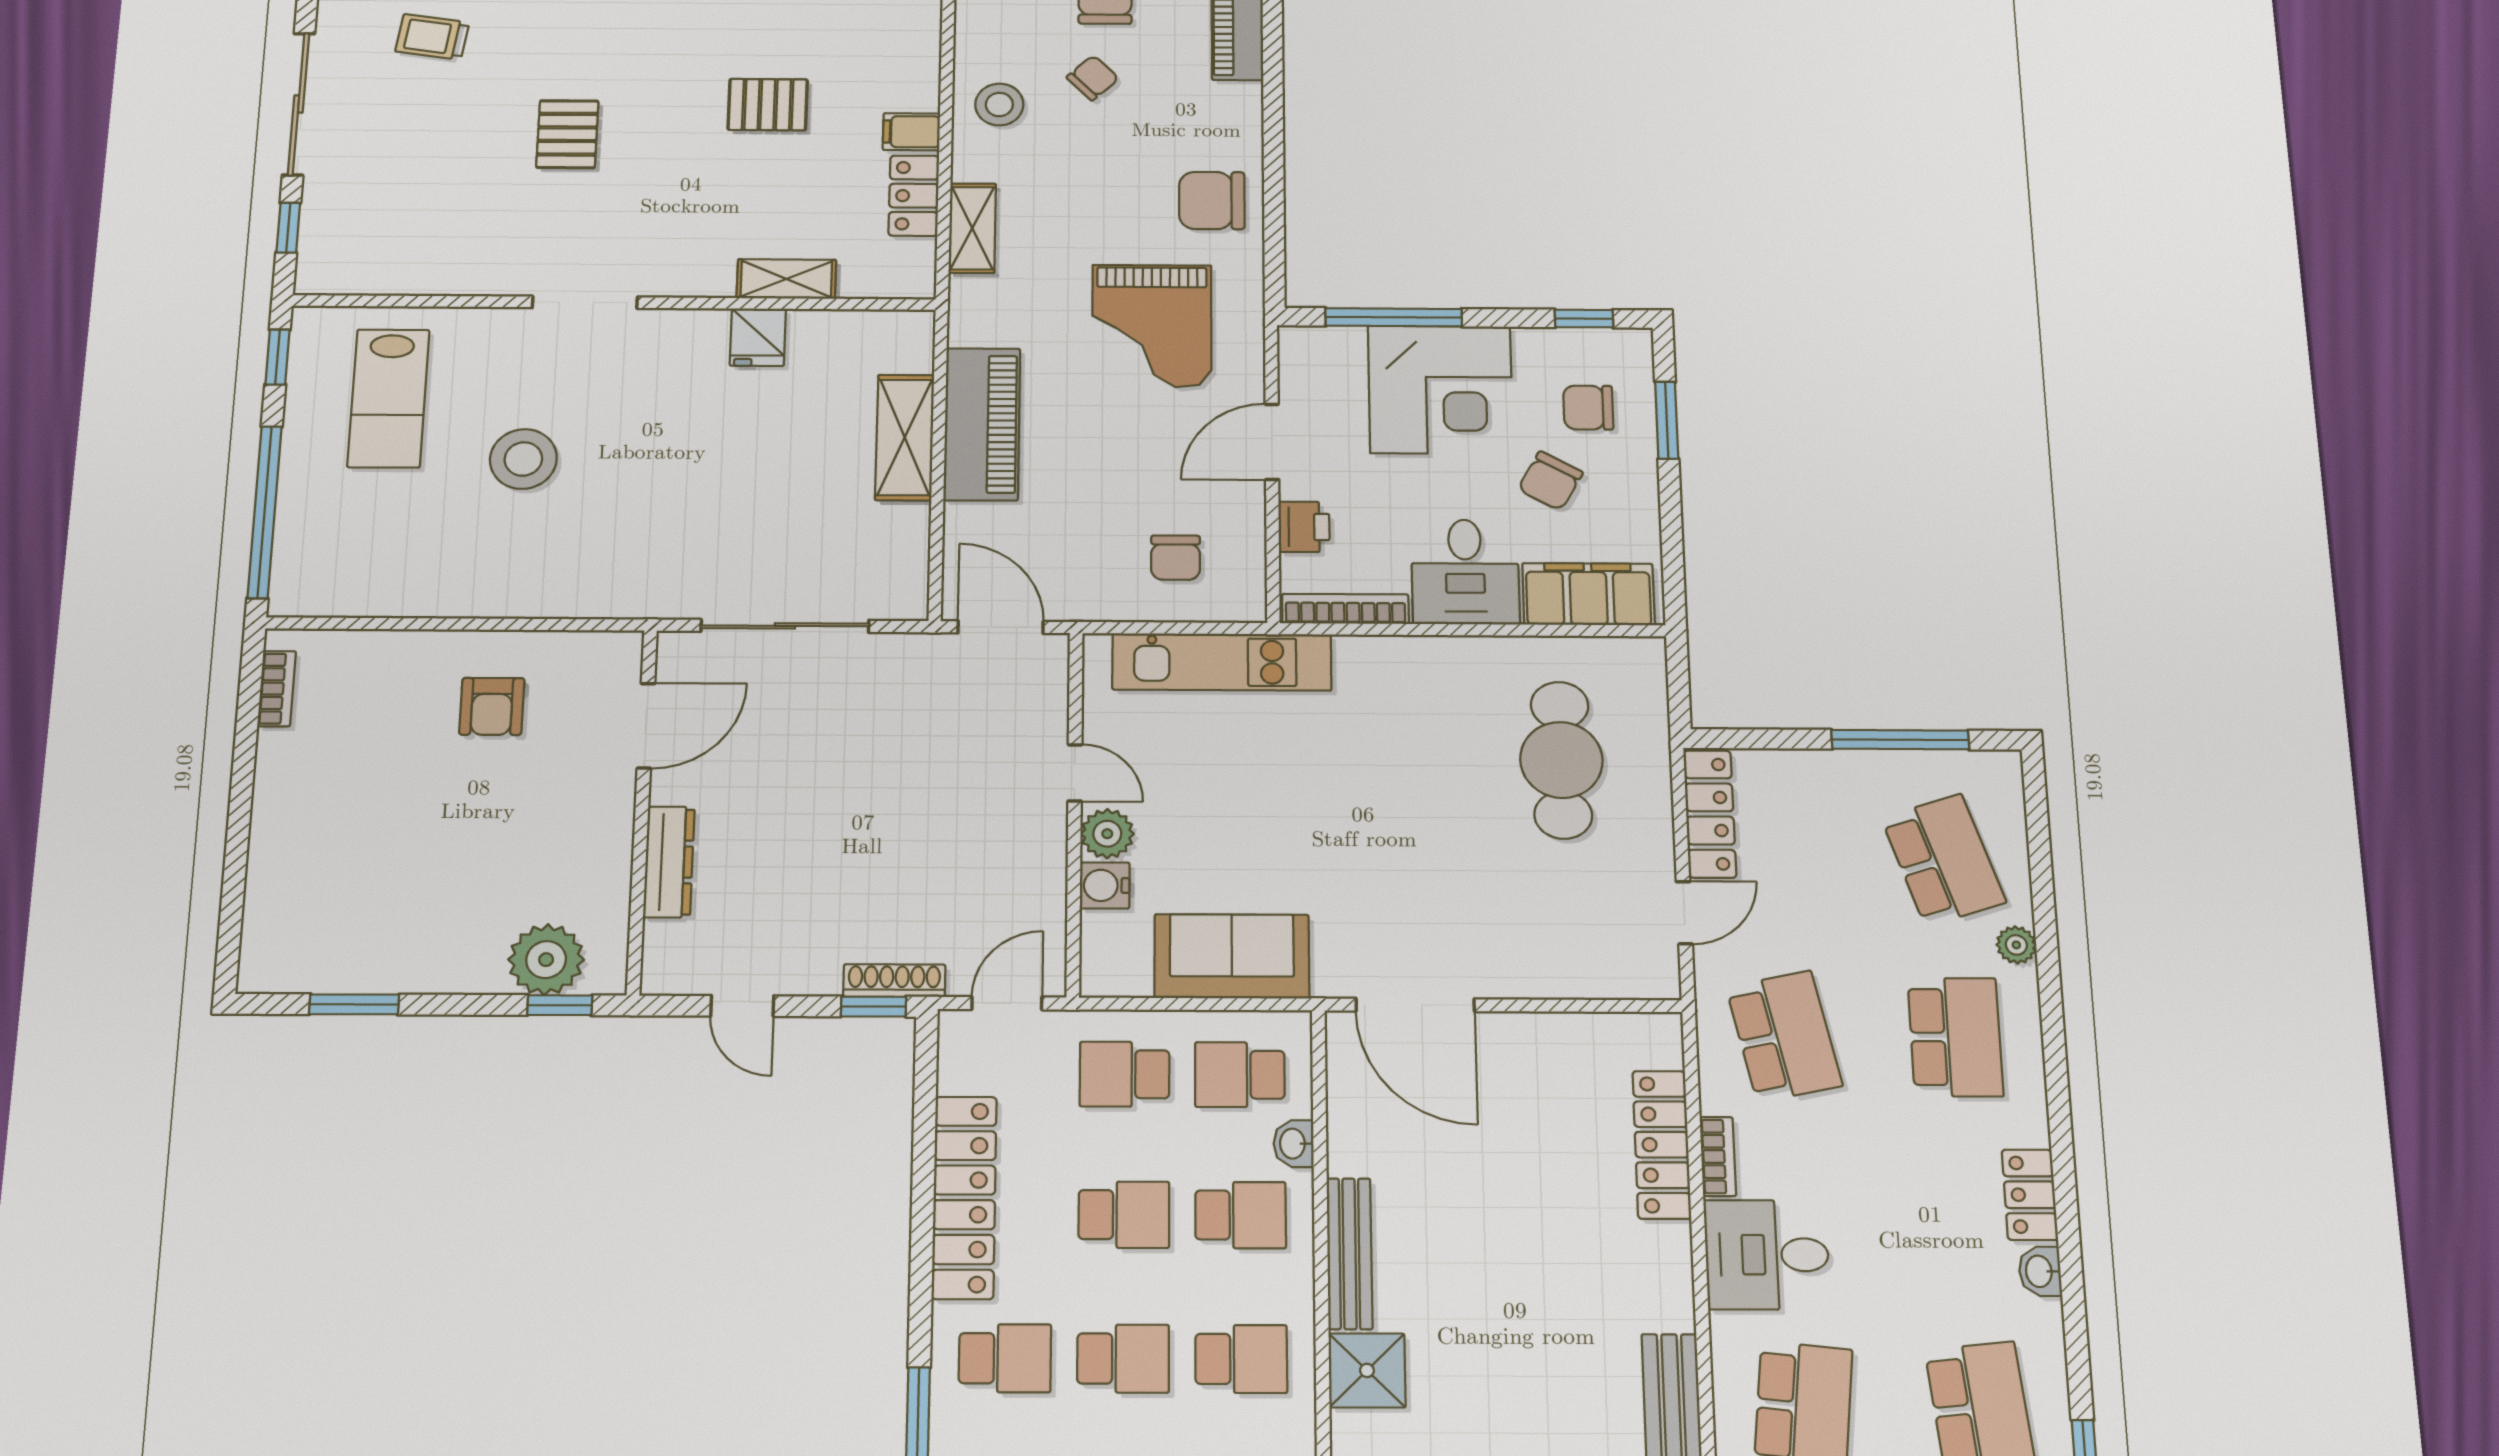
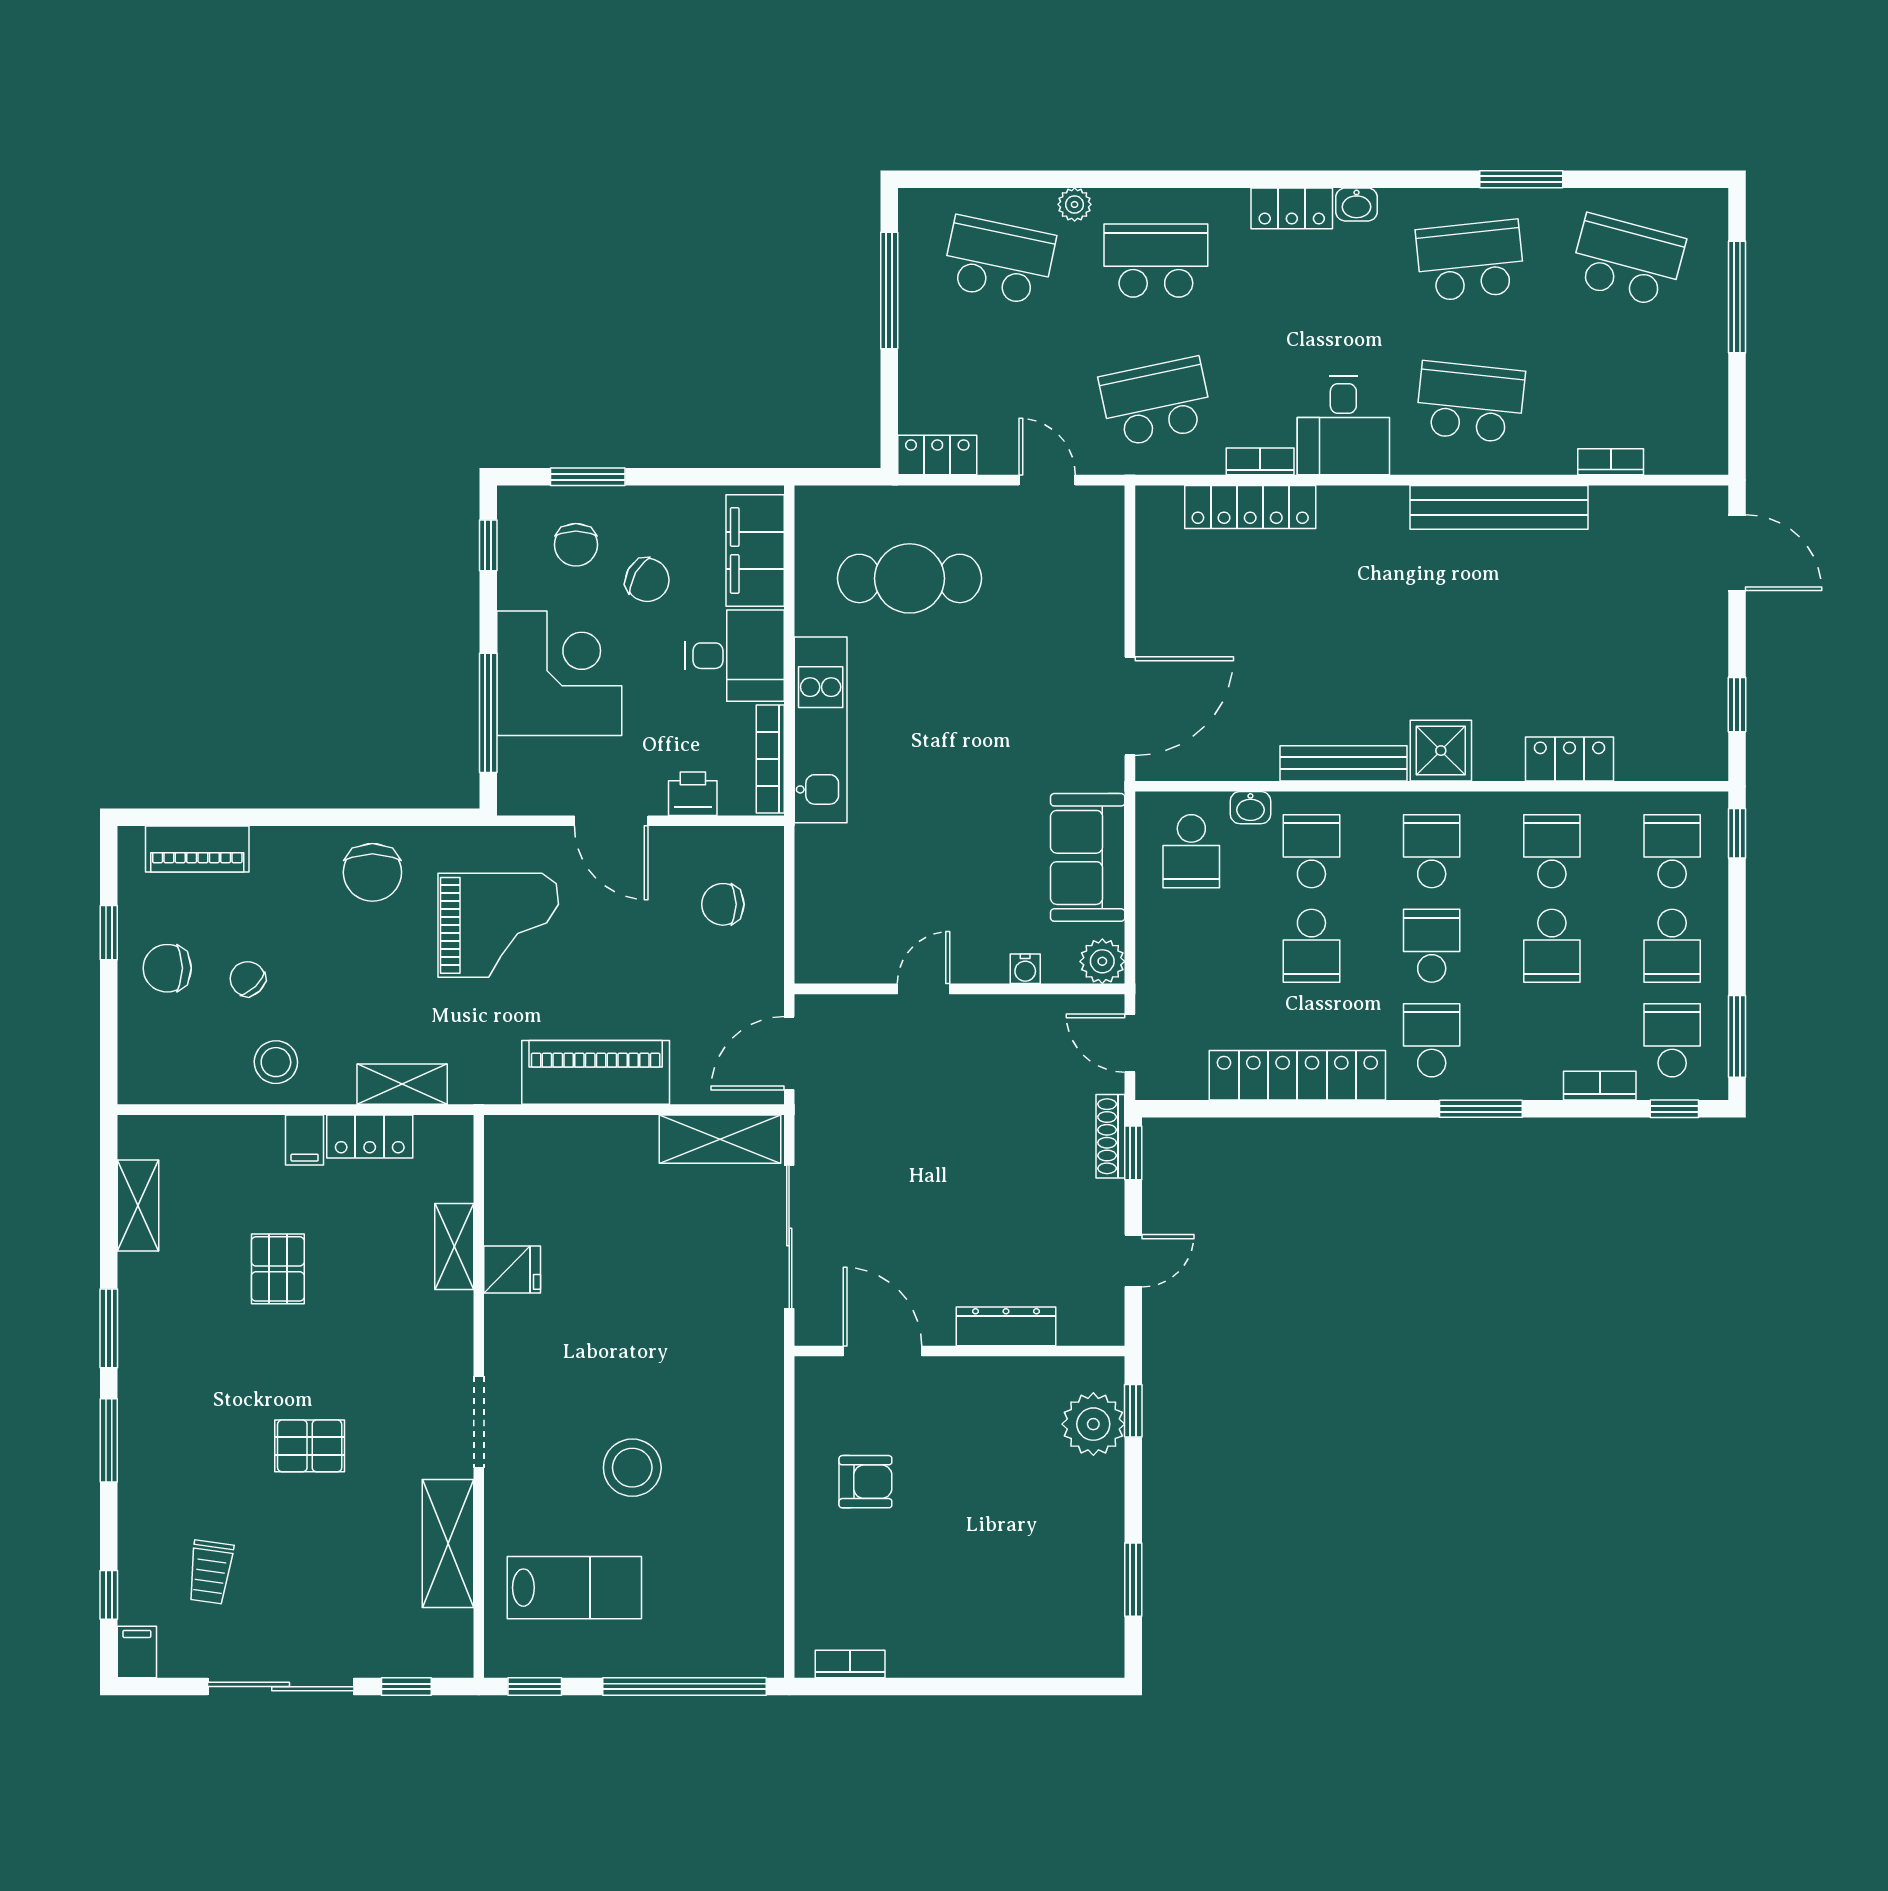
shelving: (448, 270) -> (448, 1544), added
shelving: (905, 437) -> (720, 1139), moved
chair: (1176, 558) -> (723, 904), turned 180
kitchen unit: (1222, 662) -> (821, 730), moved
locker: (1710, 814) -> (937, 455), width x0.66
plant: (1107, 834) -> (1102, 961), moved
school desk: (1943, 860) -> (999, 261), turned 30
water cooler: (1105, 885) -> (1025, 969), width x0.72, depth x0.72
school desk: (1125, 1074) -> (1191, 946), removed
school desk: (1124, 1215) -> (1311, 946), turned 180

